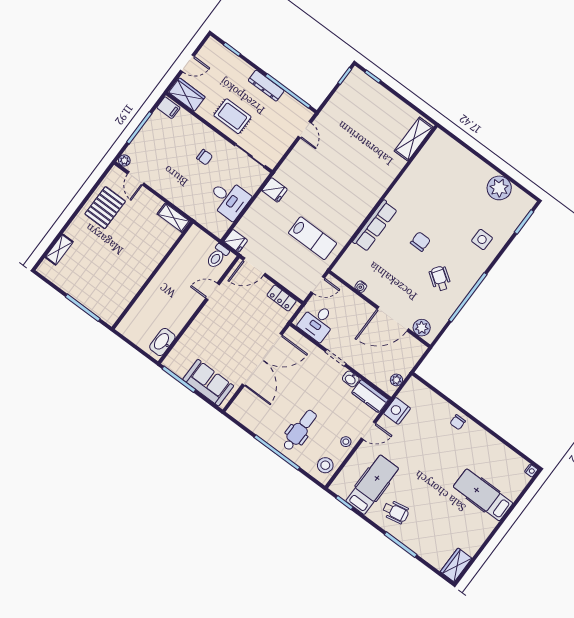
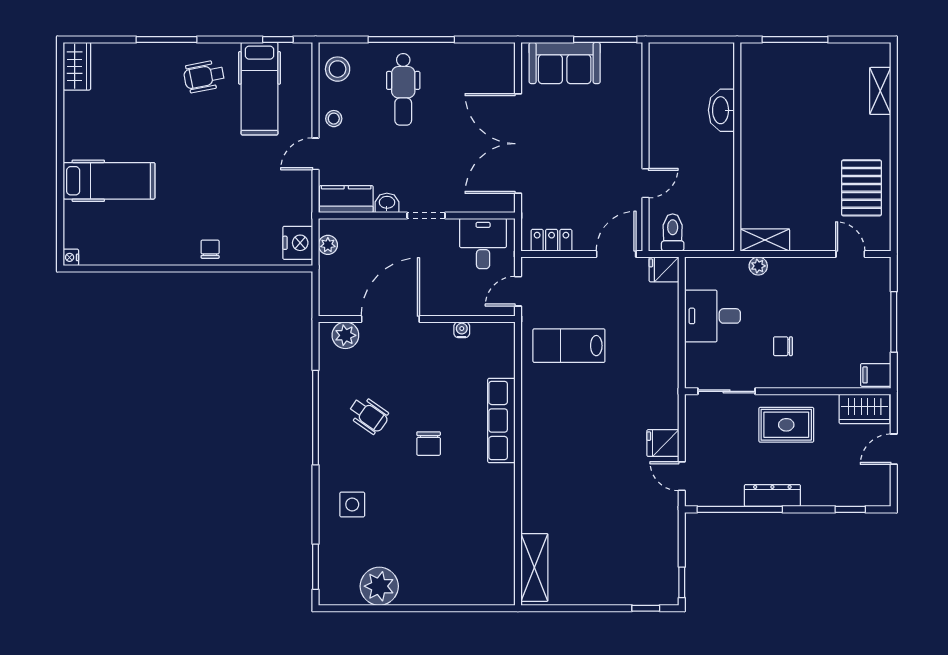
plant: (124, 160) -> (758, 266), moved
fridge: (275, 190) -> (663, 443), moved
washbasin: (162, 342) -> (721, 110), moved, turned 180
nightstand: (397, 411) -> (298, 243), moved

